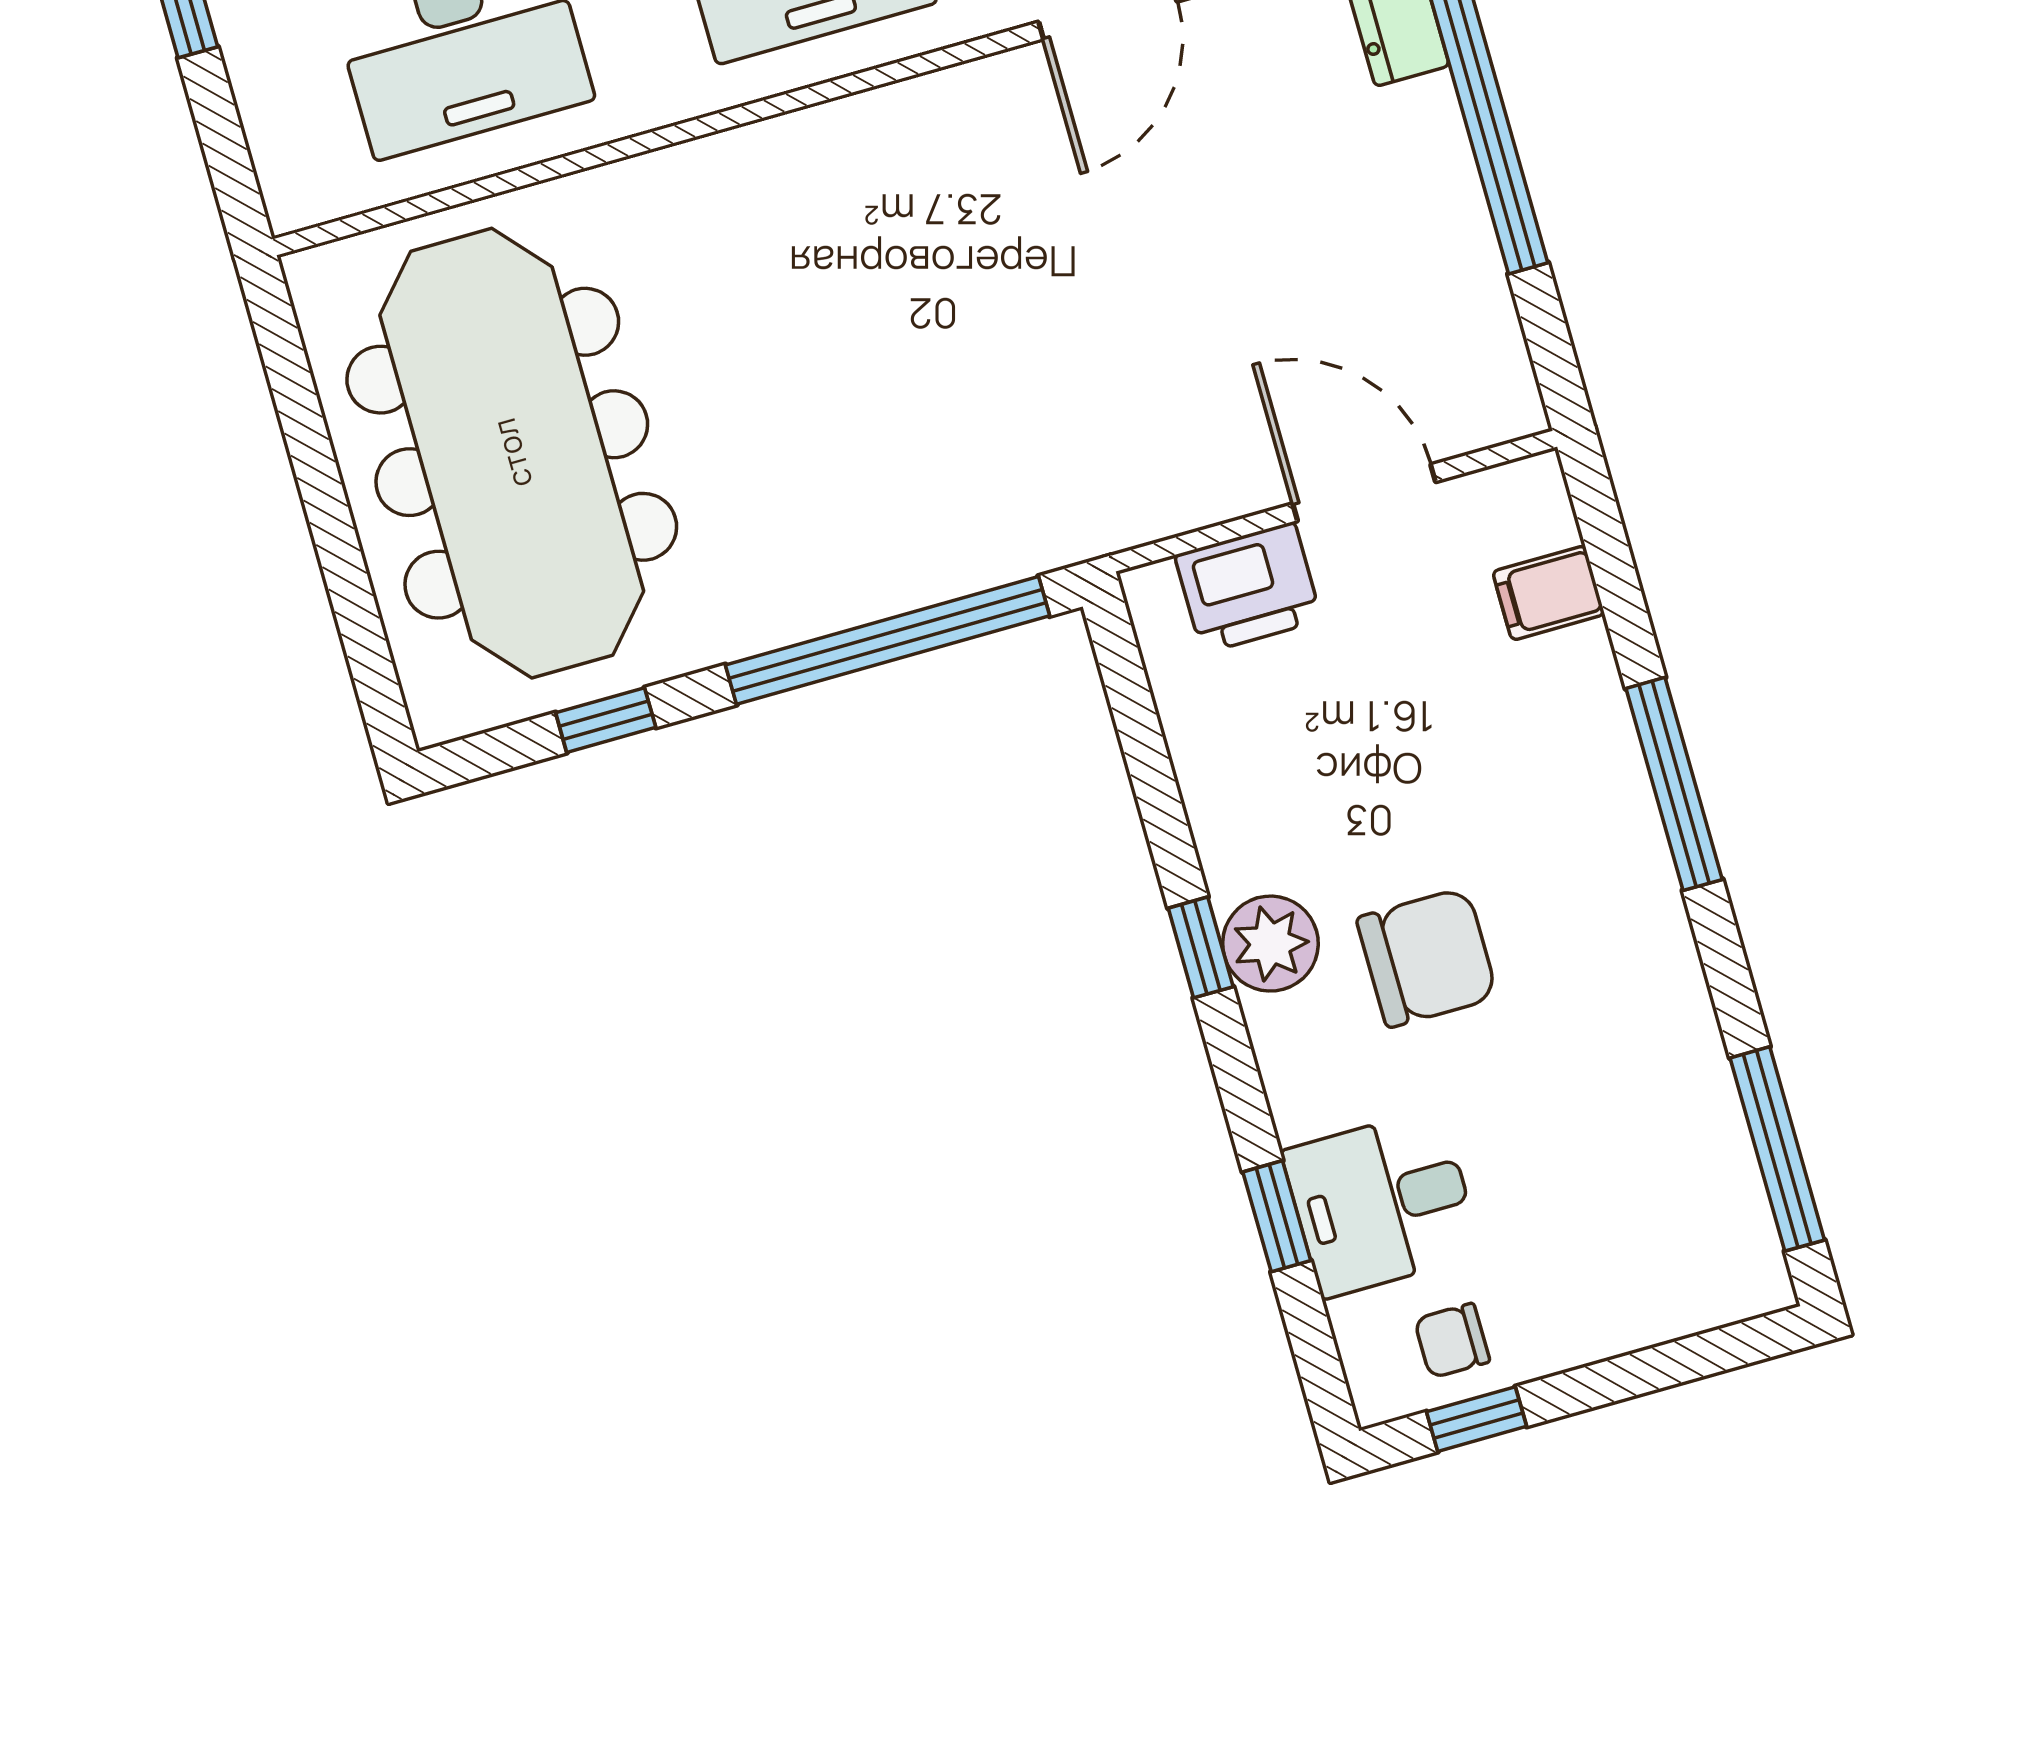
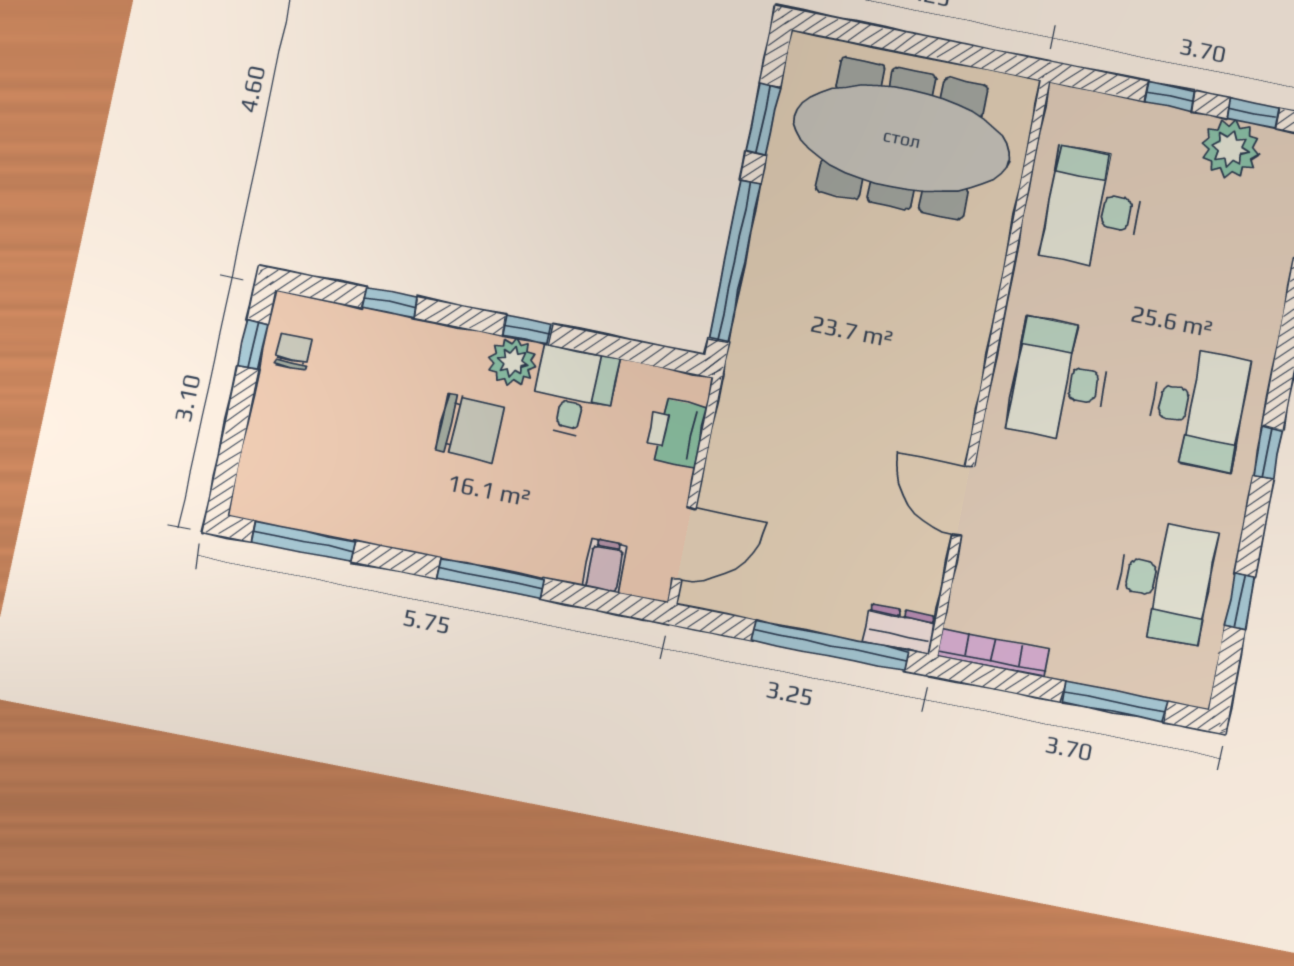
door: (1364, 493) -> (684, 543), moved
window: (606, 720) -> (763, 119), width x1.50
chair: (1427, 958) -> (470, 428), turned -88
desk: (1382, 1203) -> (574, 392), moved

